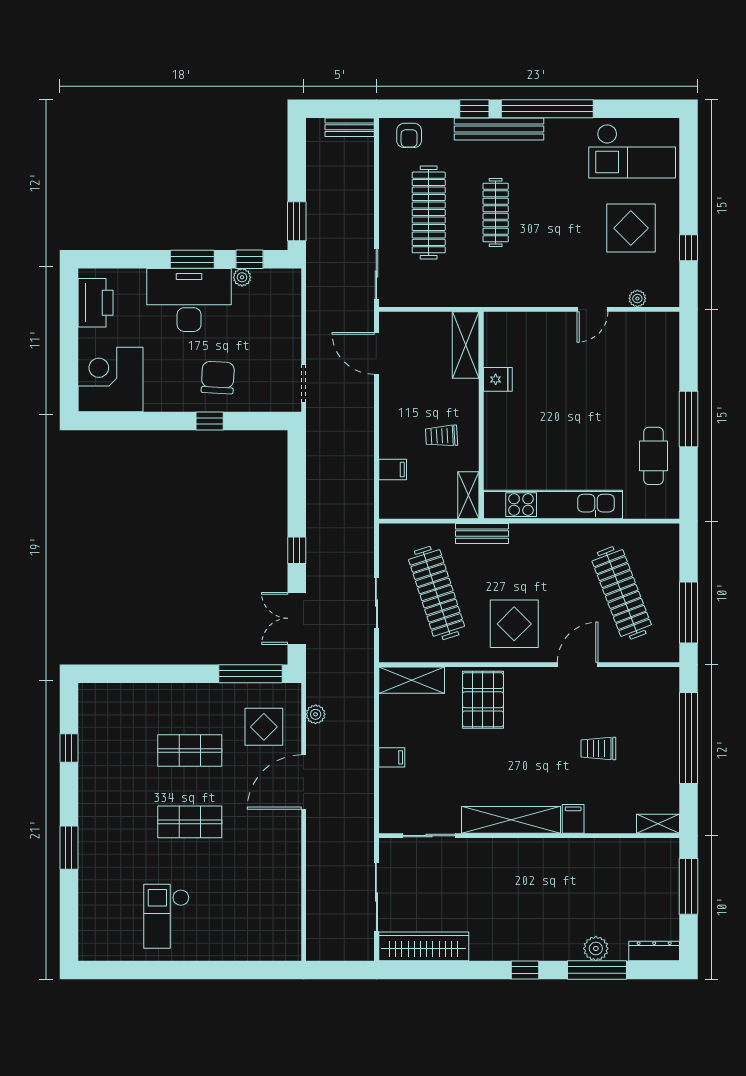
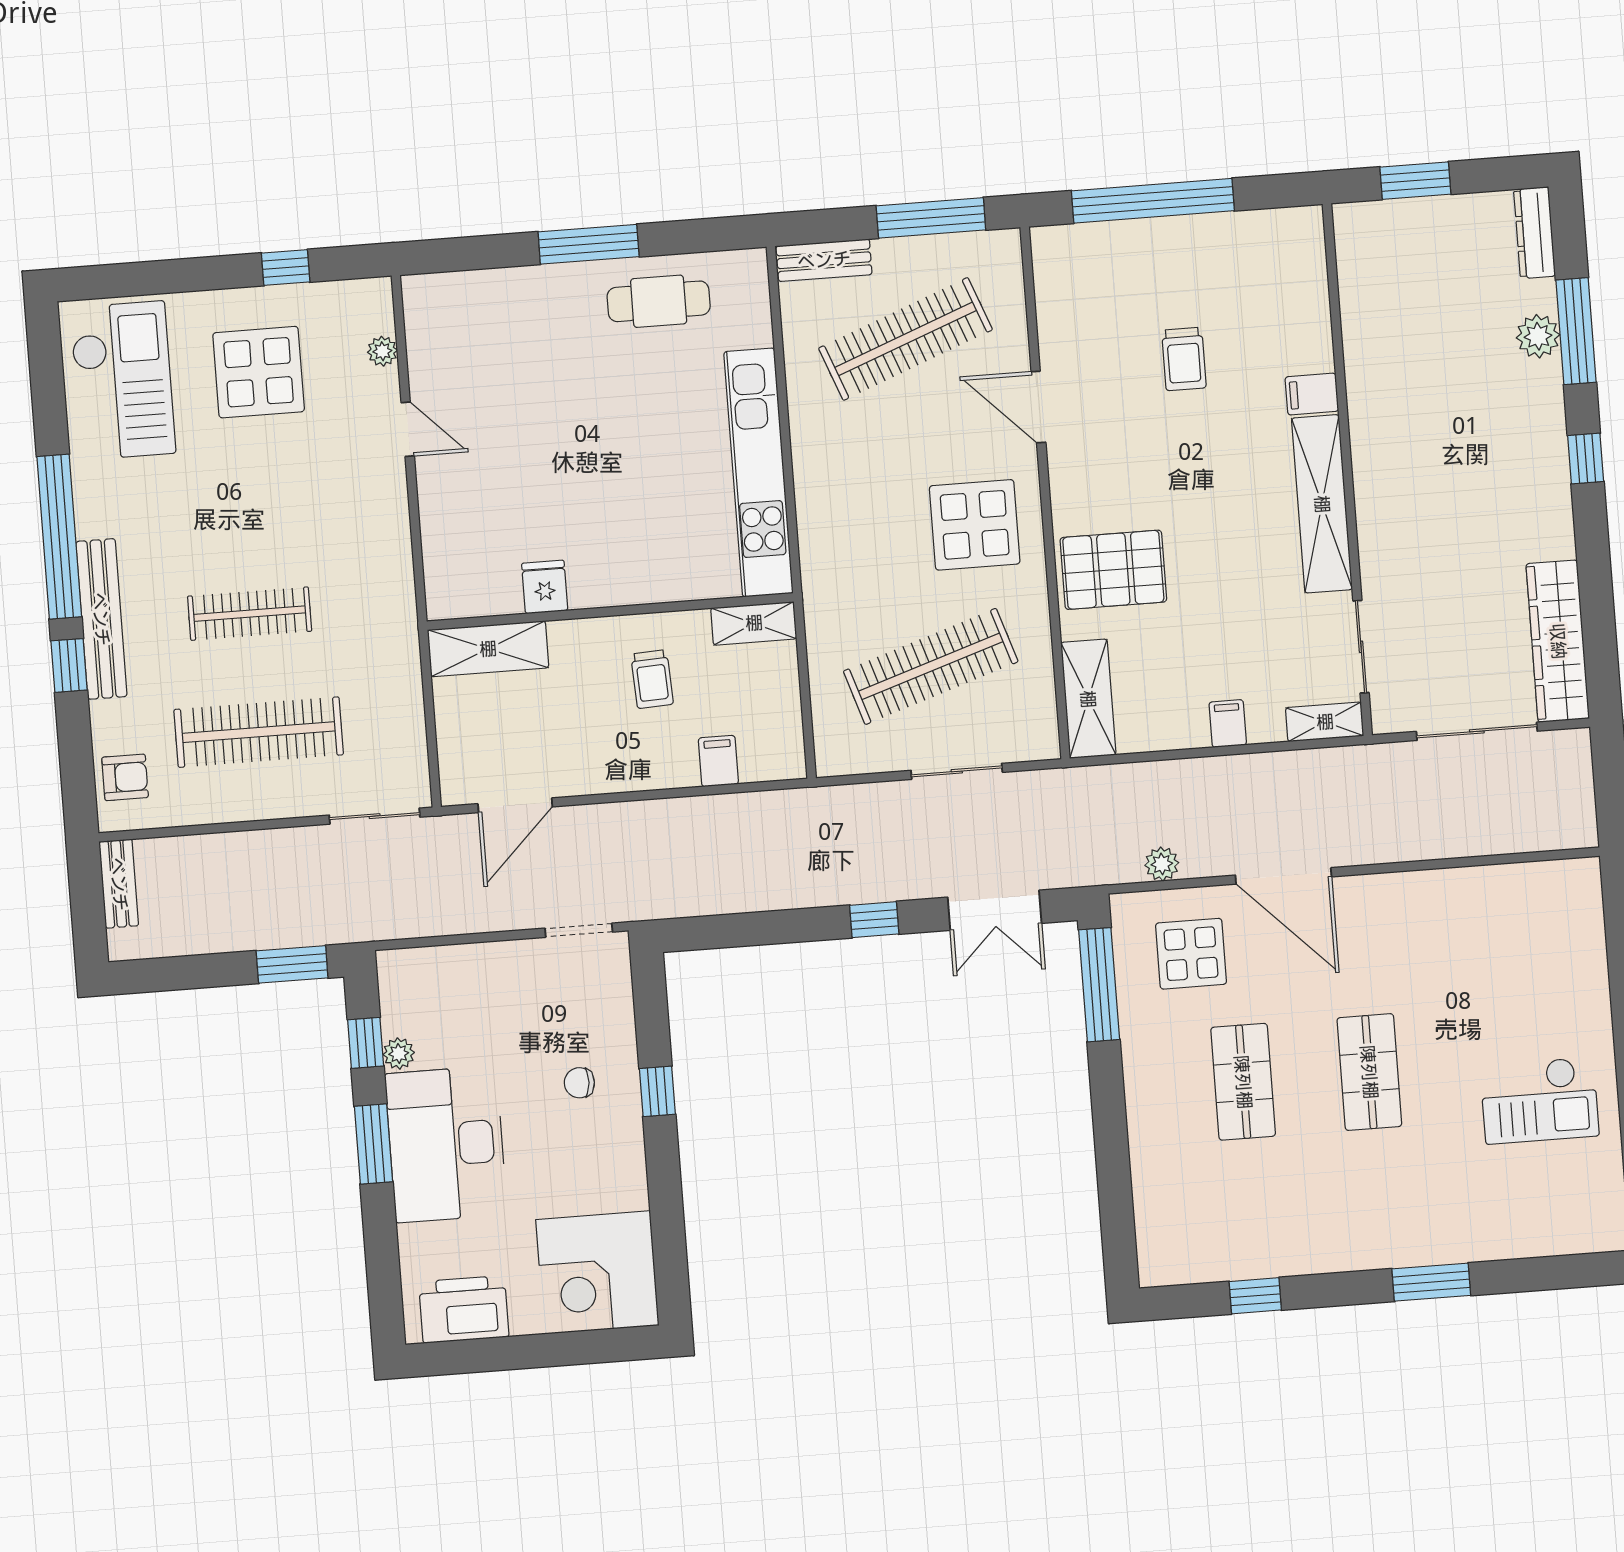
chair: (218, 378) -> (579, 1083), width x0.54, depth x0.54
bench: (482, 534) -> (824, 260), moved, turned 90
shelving: (658, 824) -> (1325, 722), moved, turned 90
window: (689, 886) -> (1415, 181), width x0.69

